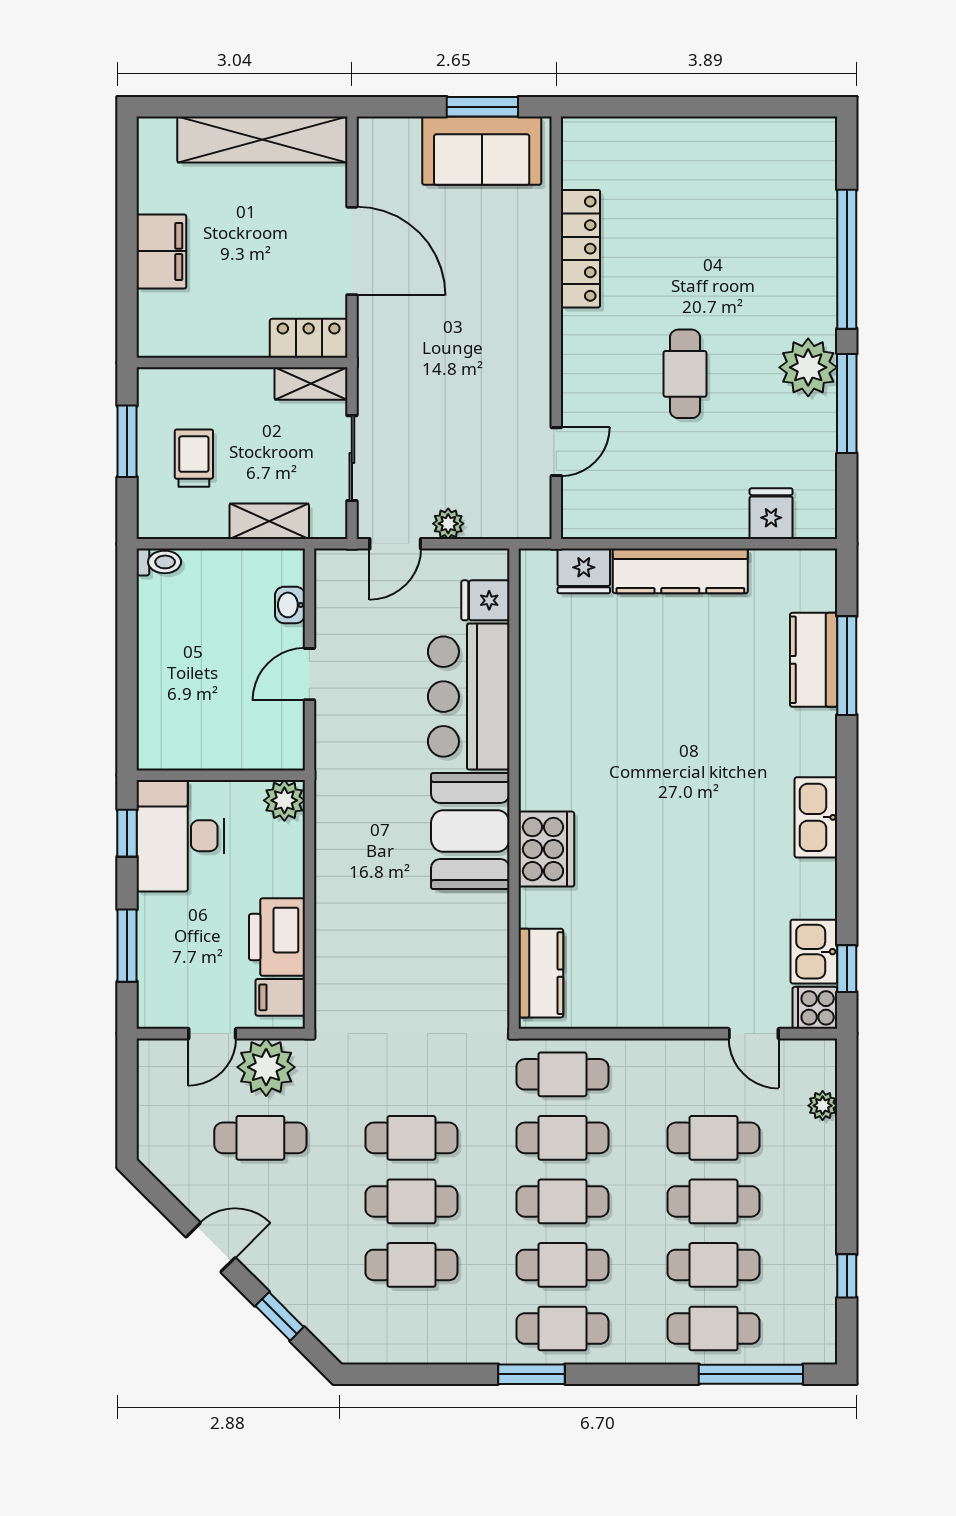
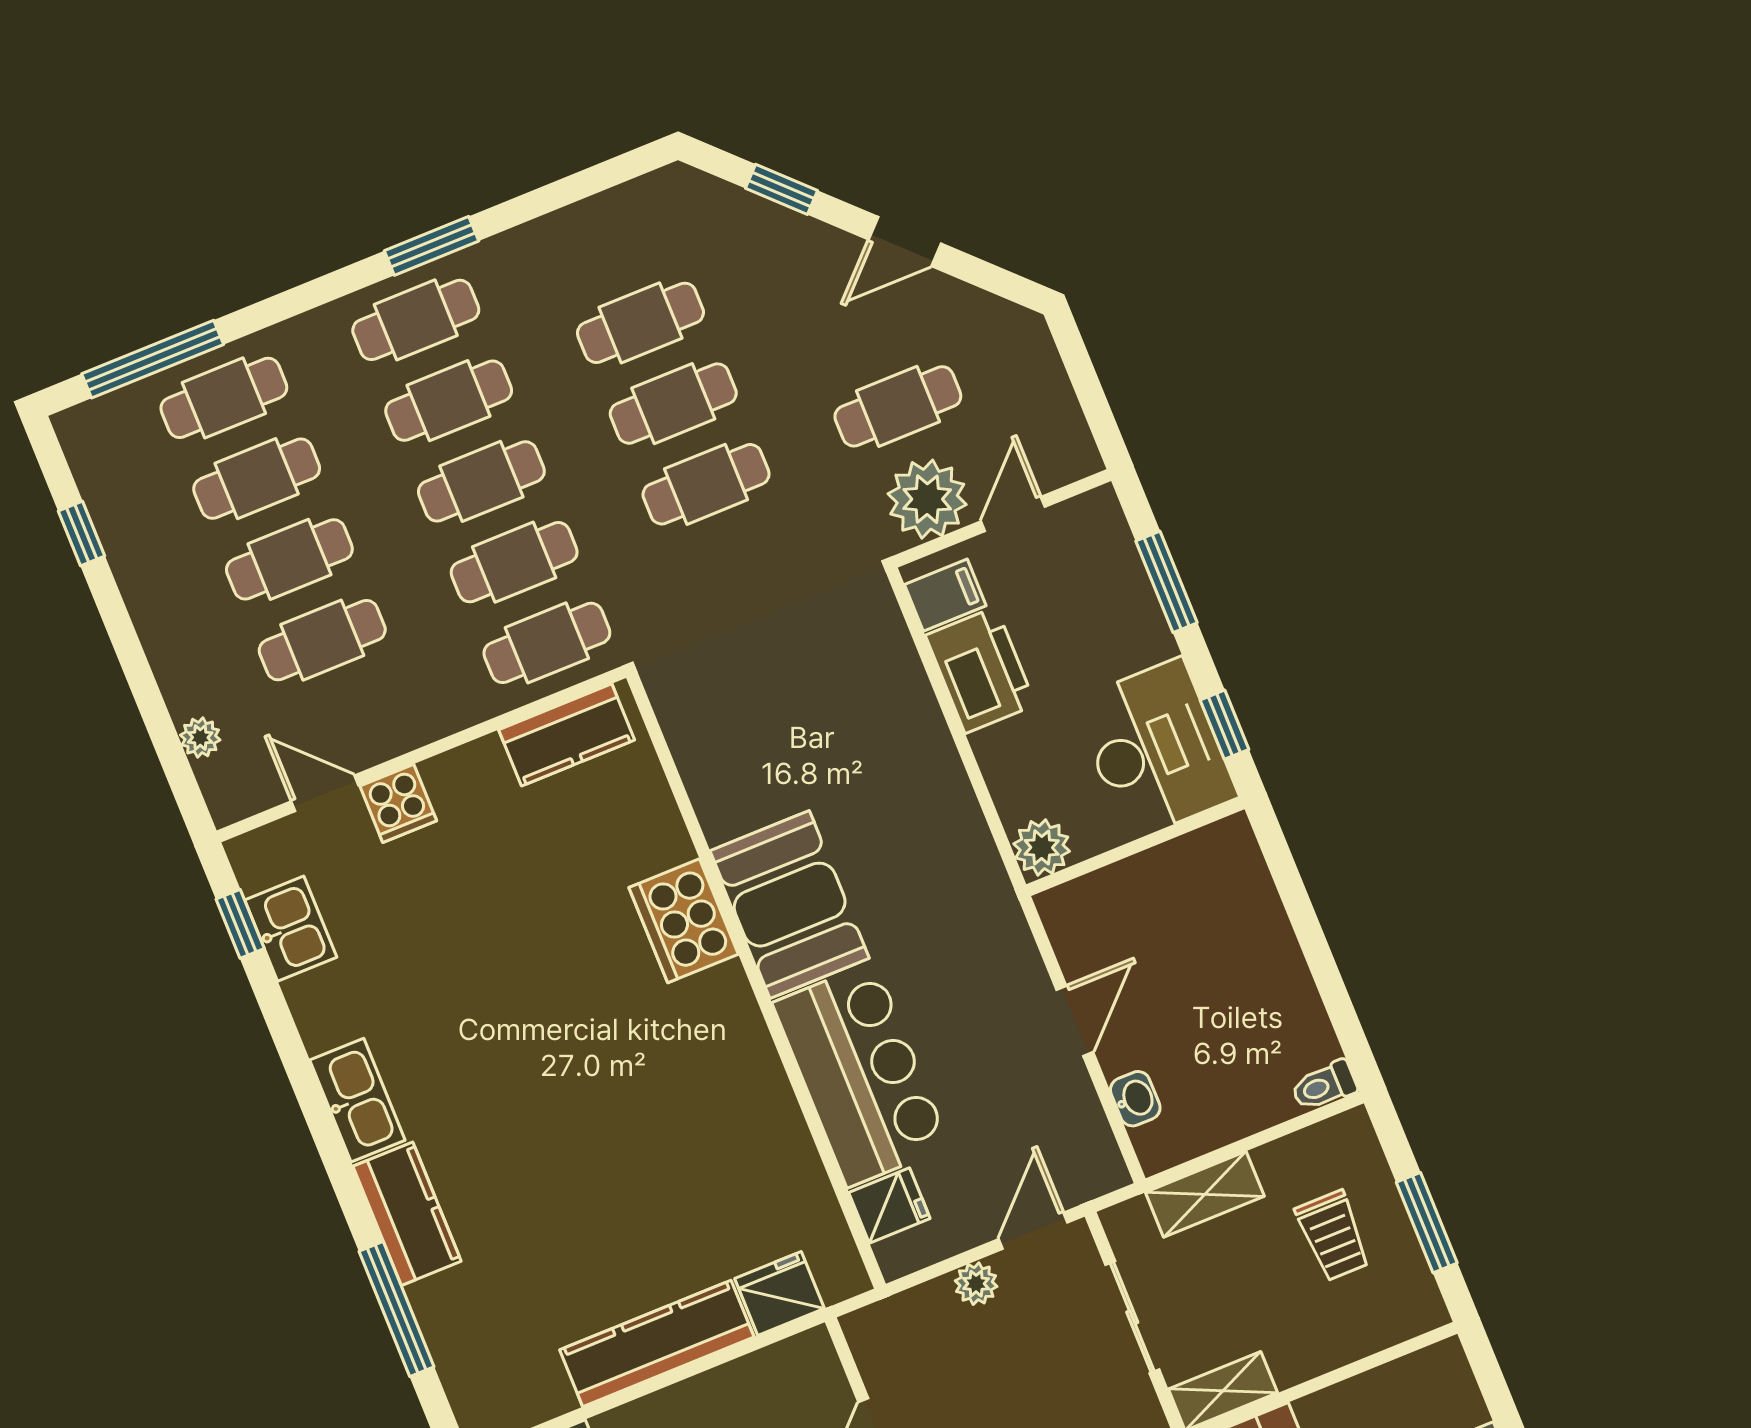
kitchen counter: (814, 660) -> (407, 1214), moved
kitchen counter: (541, 973) -> (567, 735), moved, turned -90
cooker: (815, 1008) -> (398, 803), moved, turned 90

